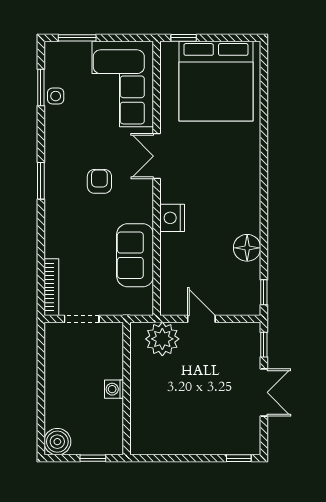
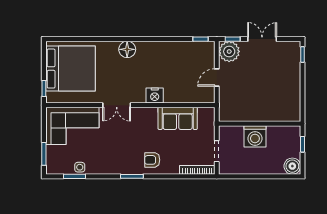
armchair: (99, 181) -> (152, 160), moved
floor lamp: (247, 248) -> (127, 49), moved
plant: (162, 339) -> (229, 51), moved
washing machine: (114, 389) -> (255, 136), width x1.89, depth x1.89

